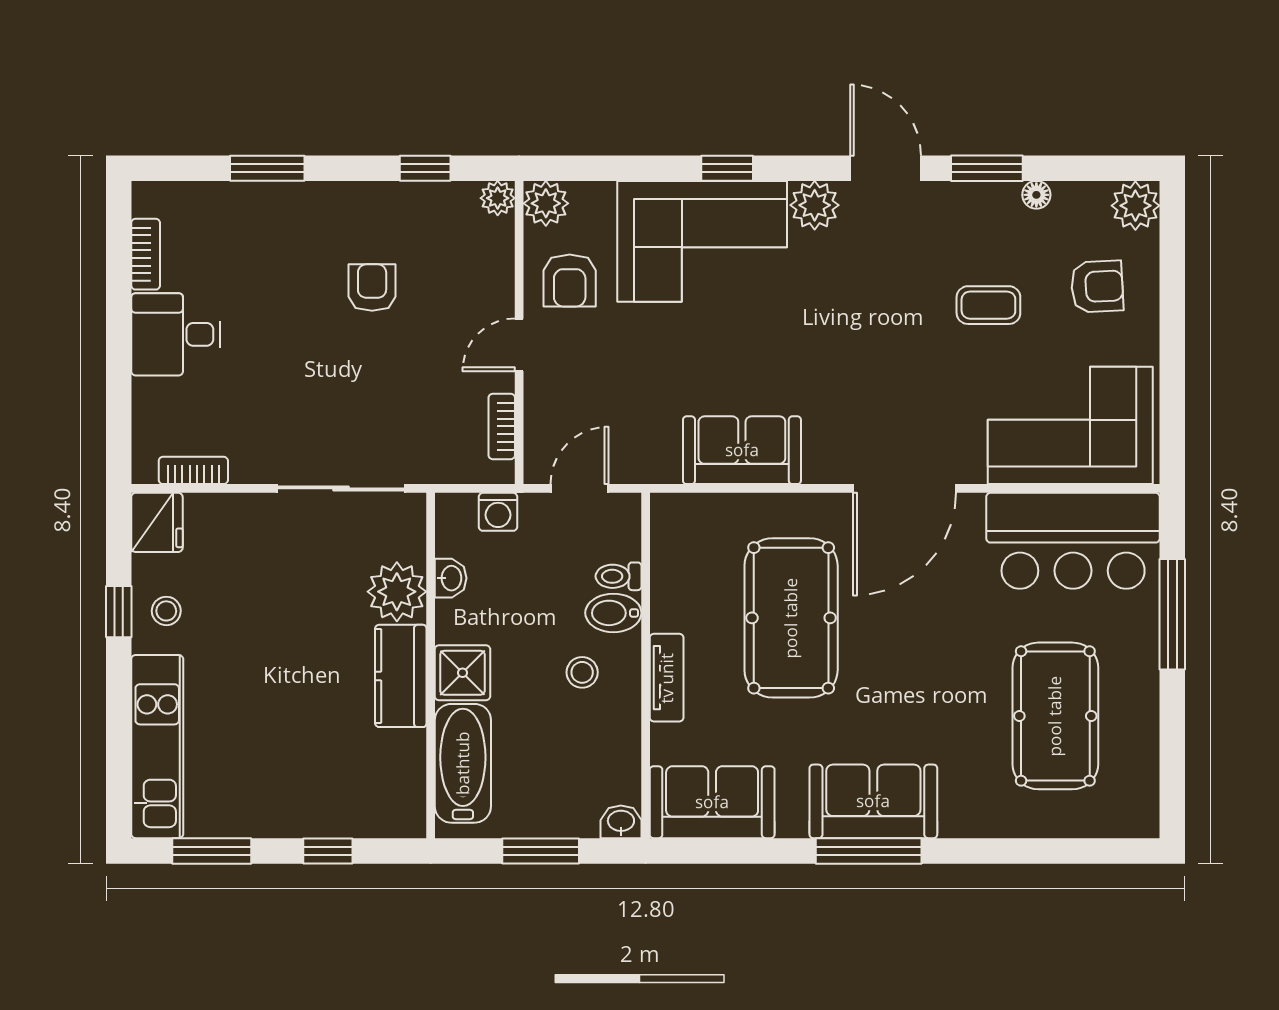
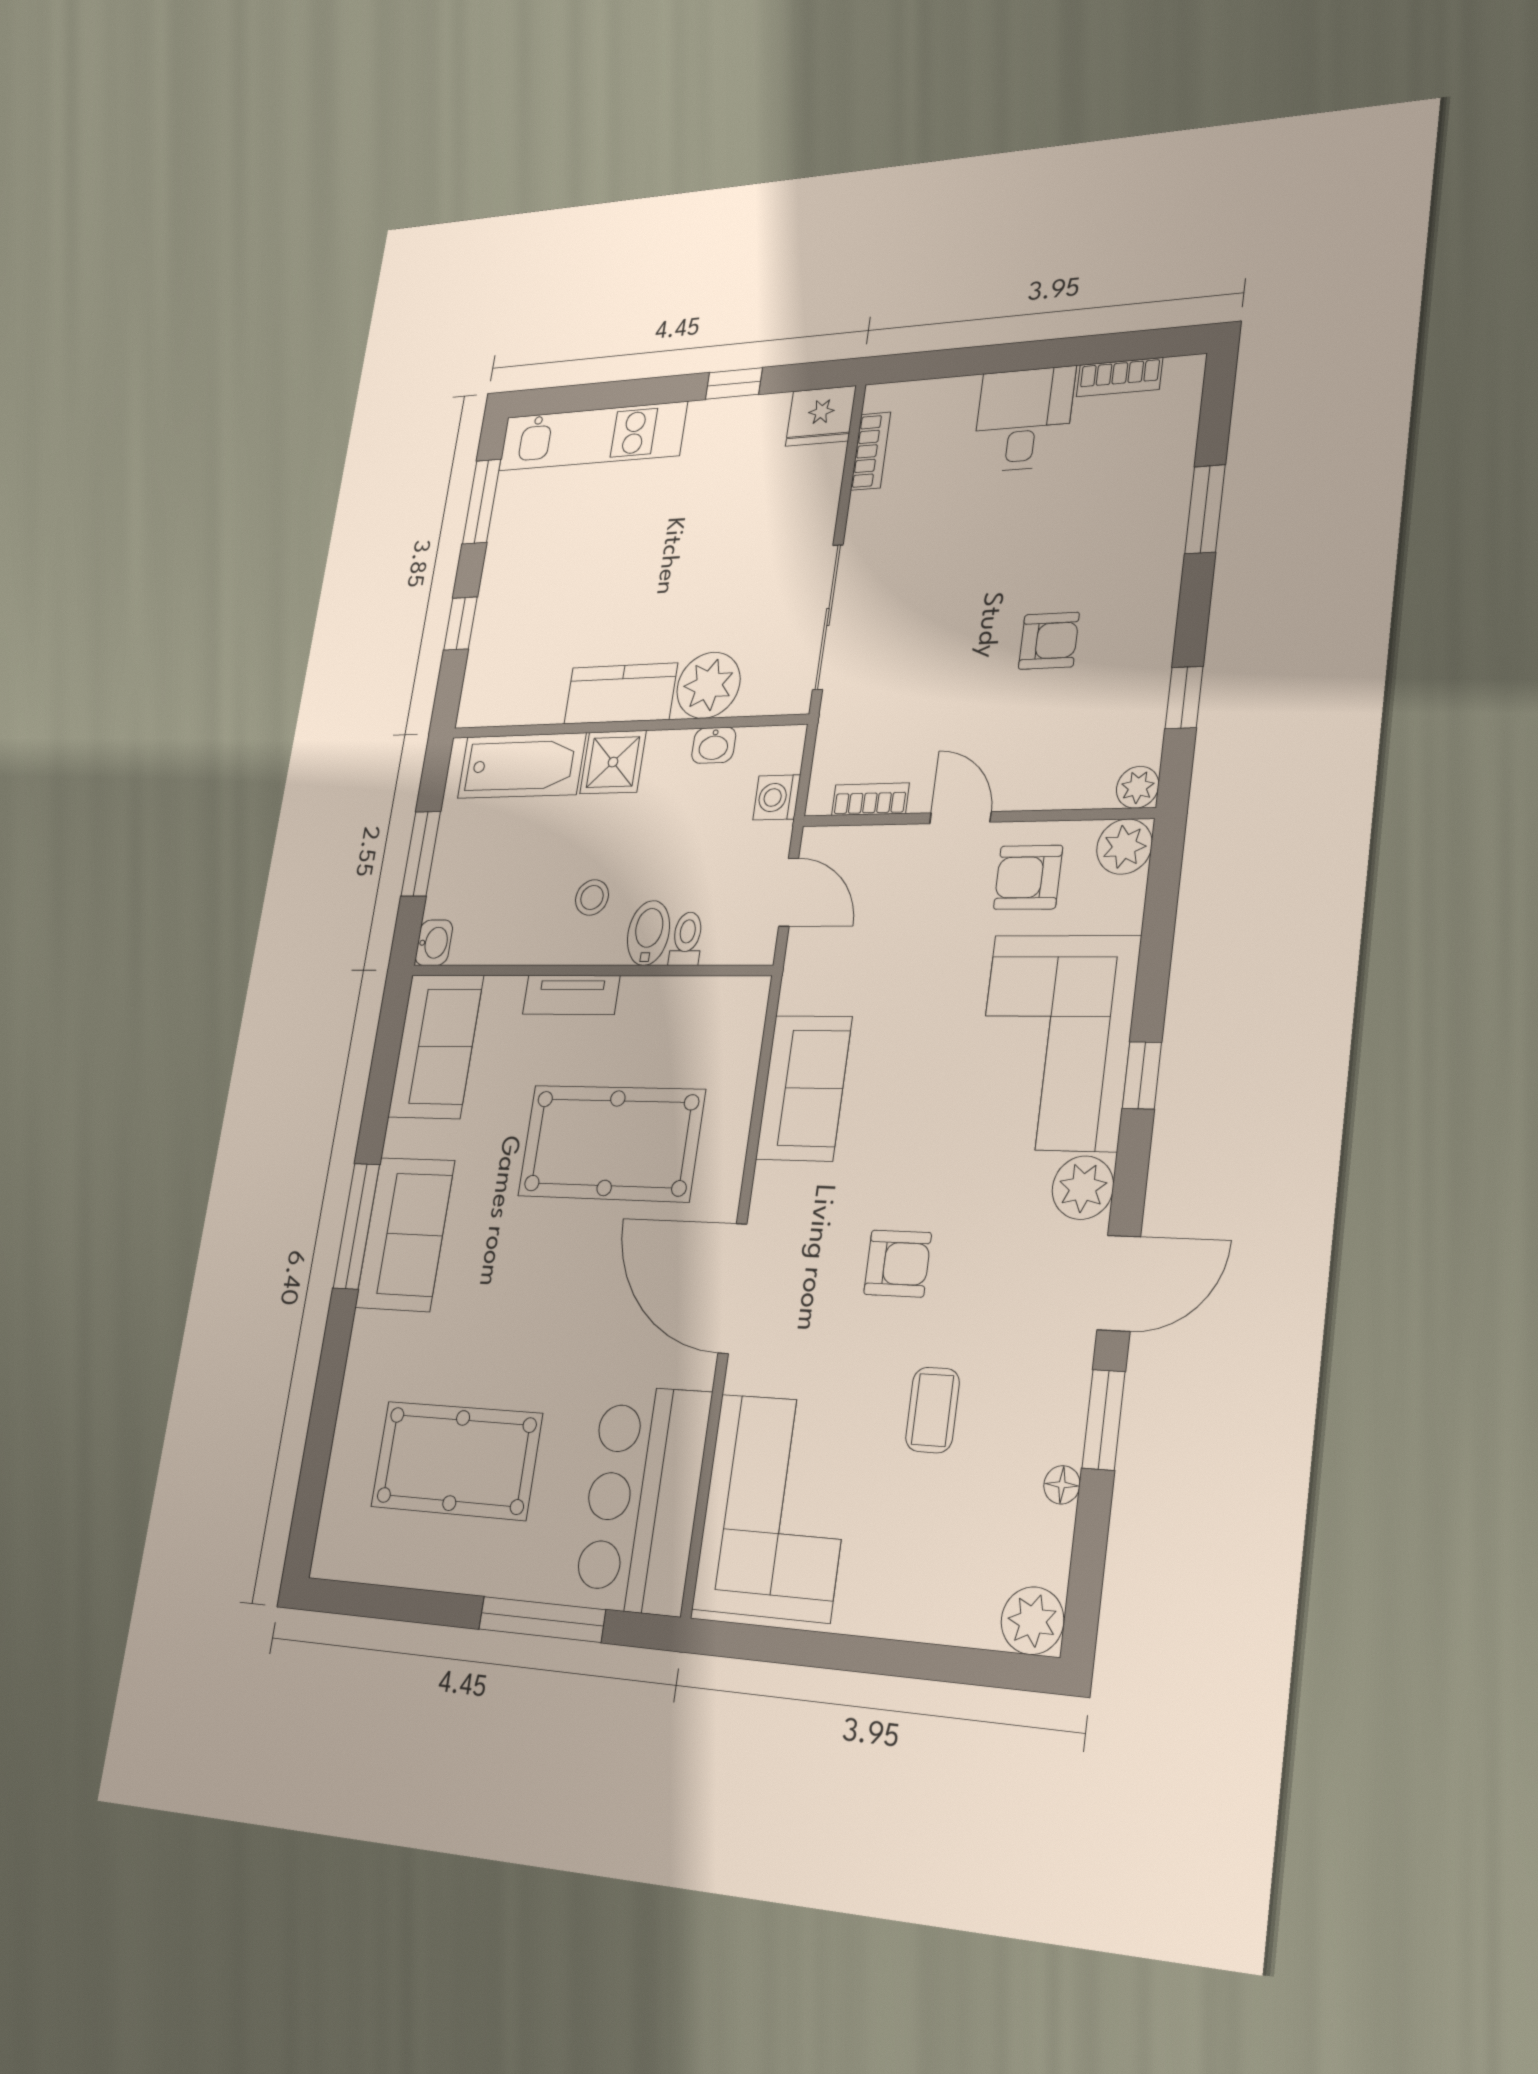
armchair: (1097, 287) -> (898, 1263), moved, turned -87
stool: (166, 611) -> (727, 434), removed

